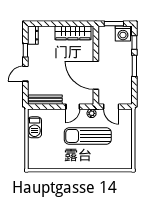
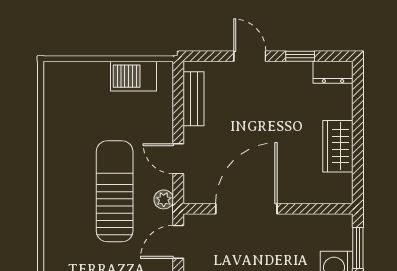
wardrobe: (73, 33) -> (338, 146), width x0.67
bench: (45, 100) -> (194, 99), width x0.73

